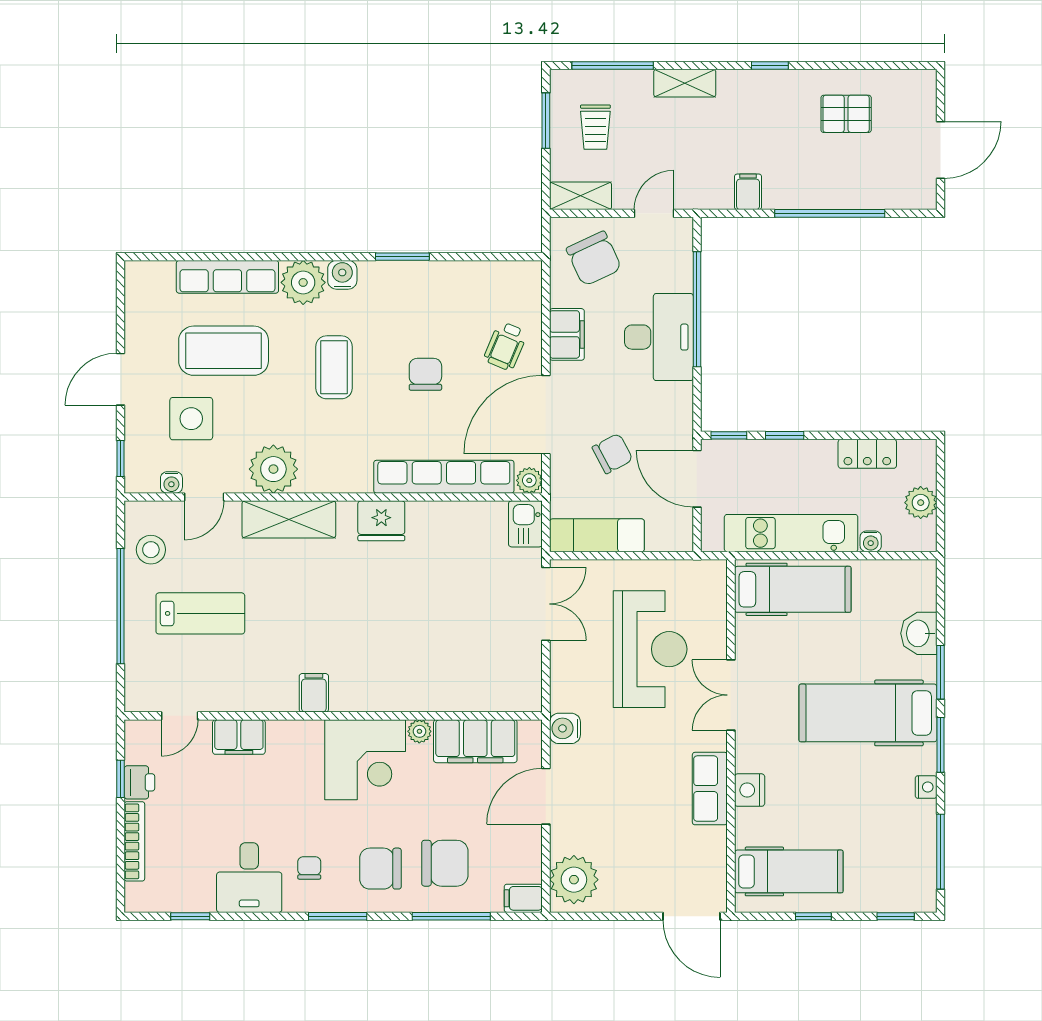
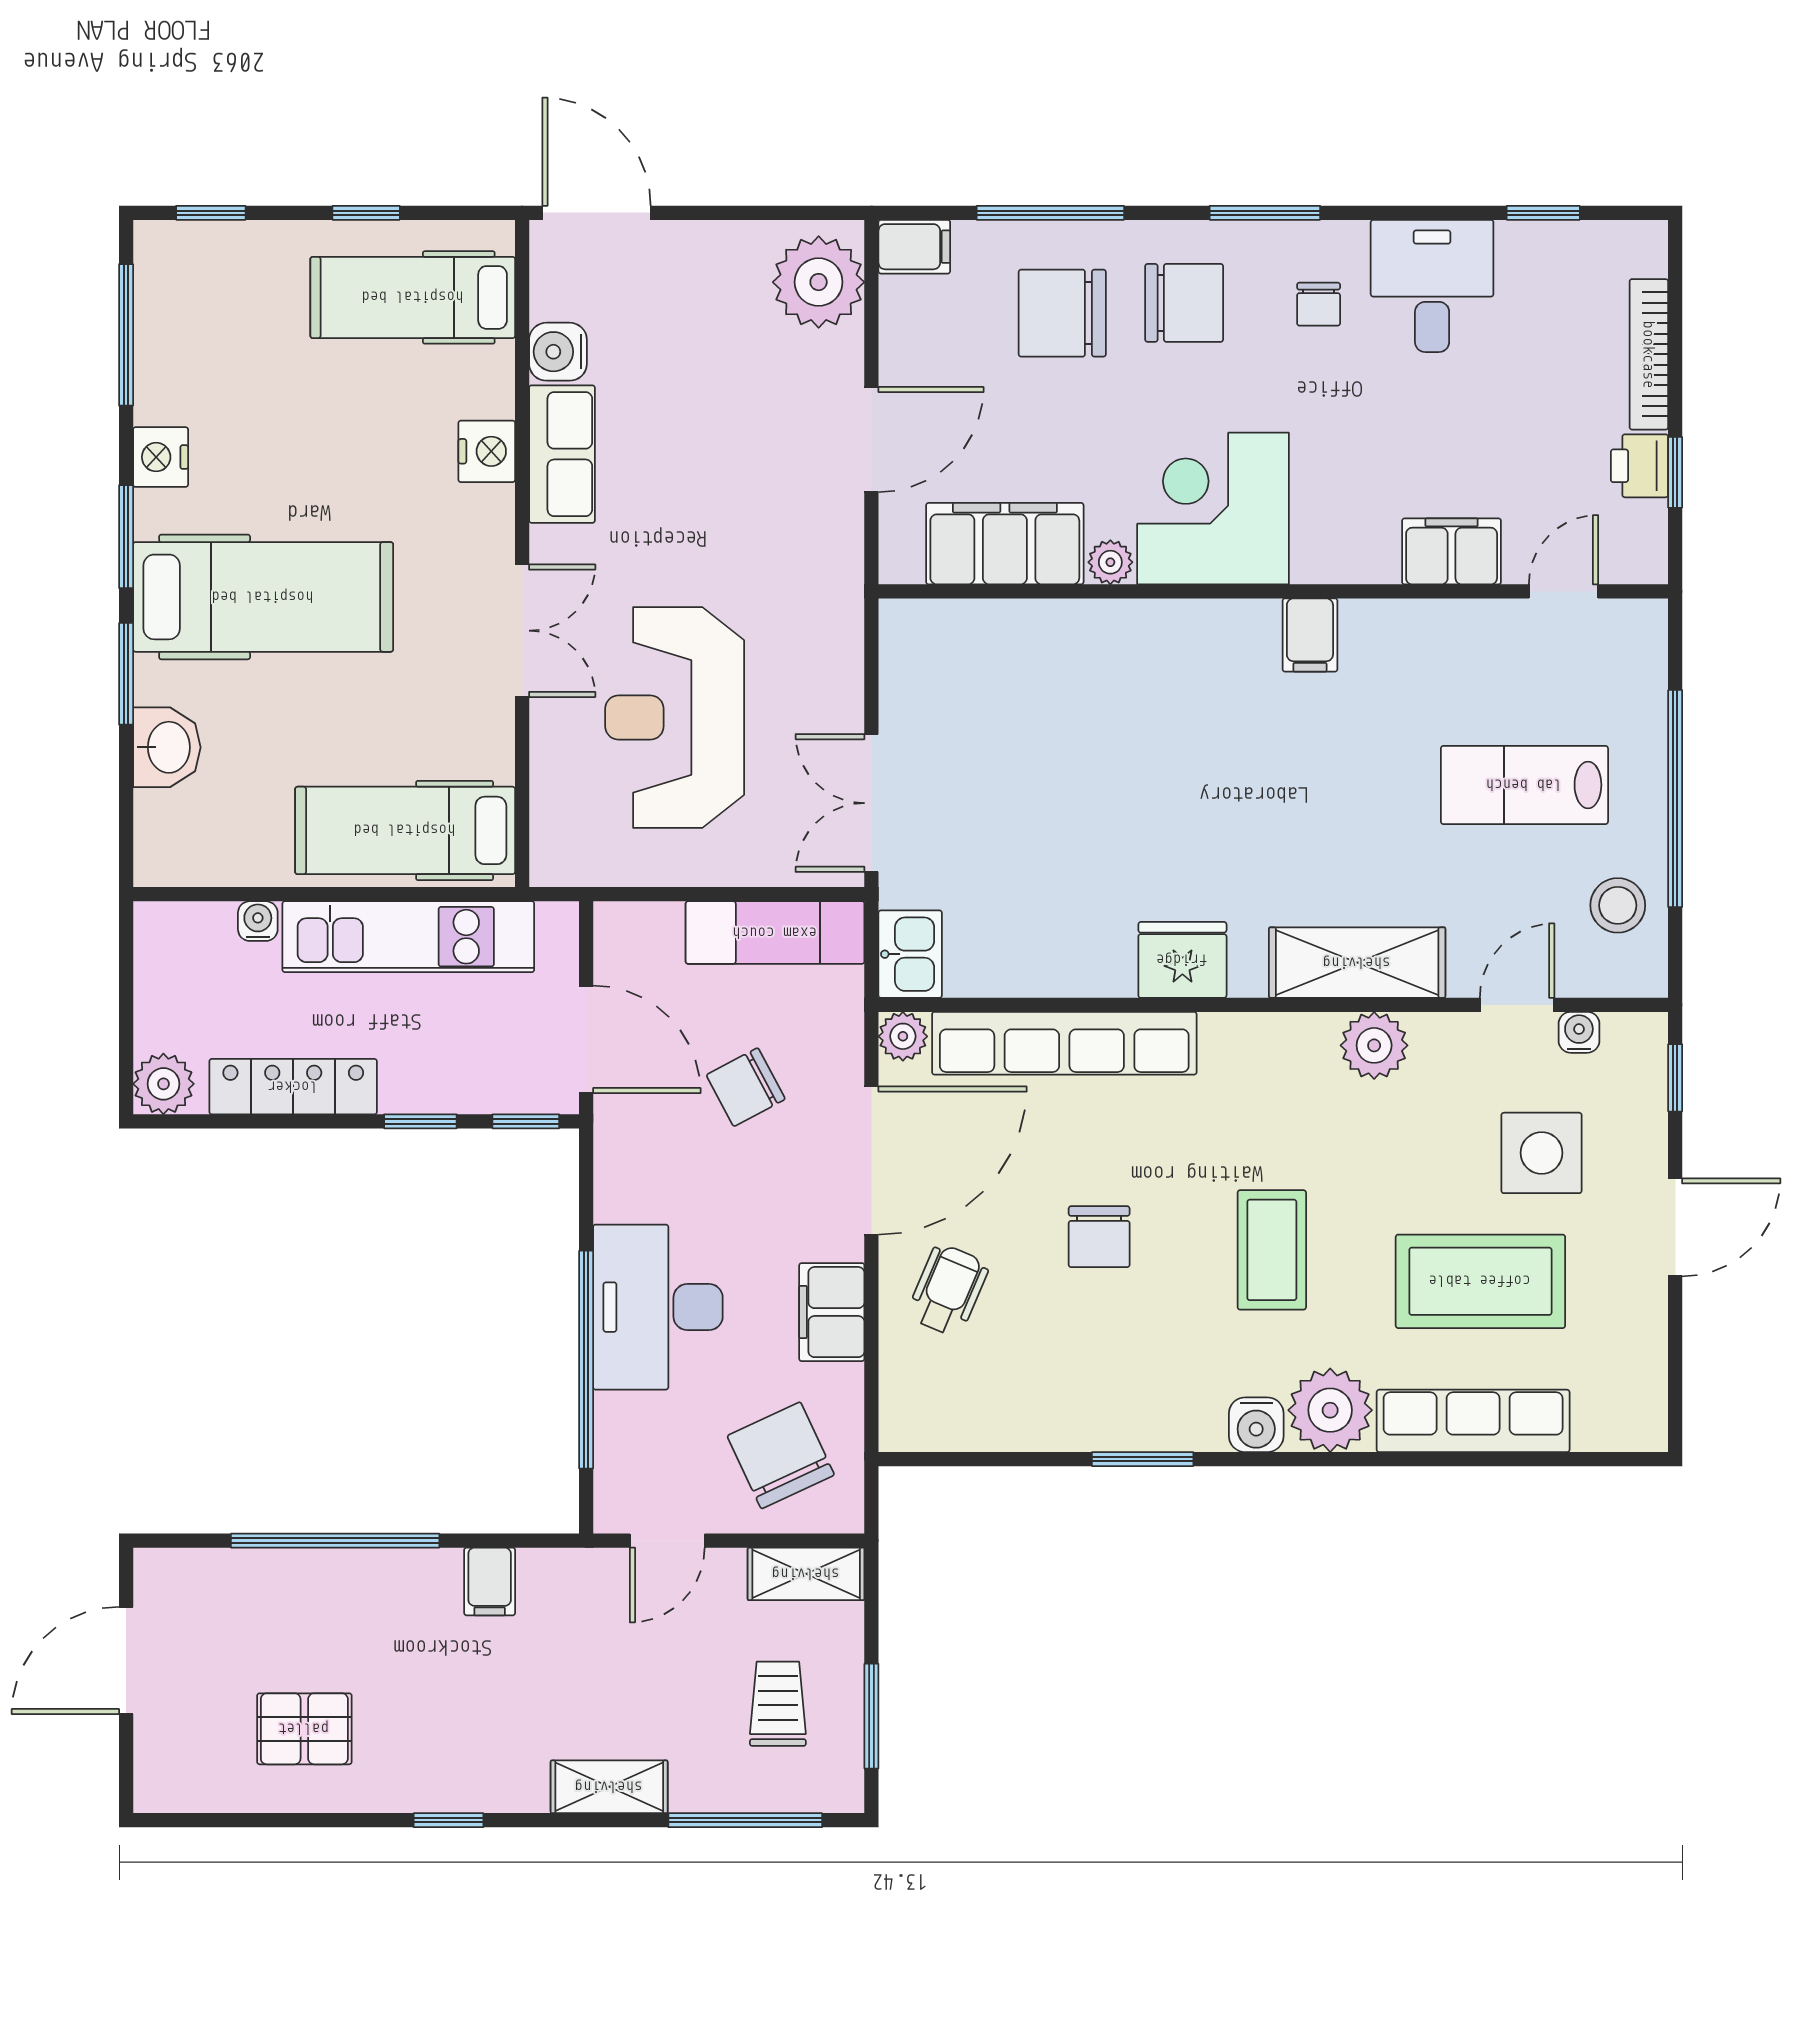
locker: (867, 454) -> (293, 1087), width x1.53
plant: (273, 469) -> (1374, 1045), width x0.73, depth x0.73
plant: (921, 503) -> (163, 1084), moved
water cooler: (565, 728) -> (558, 352), moved, turned 180
nightstand: (926, 787) -> (161, 457), width x1.39, depth x1.35

